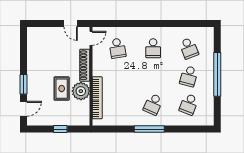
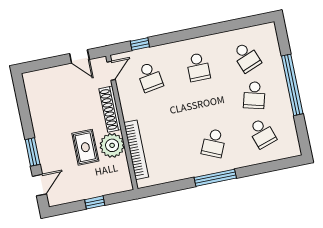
window: (115, 23) -> (140, 44), added
school desk: (189, 104) -> (262, 133), turned -39

